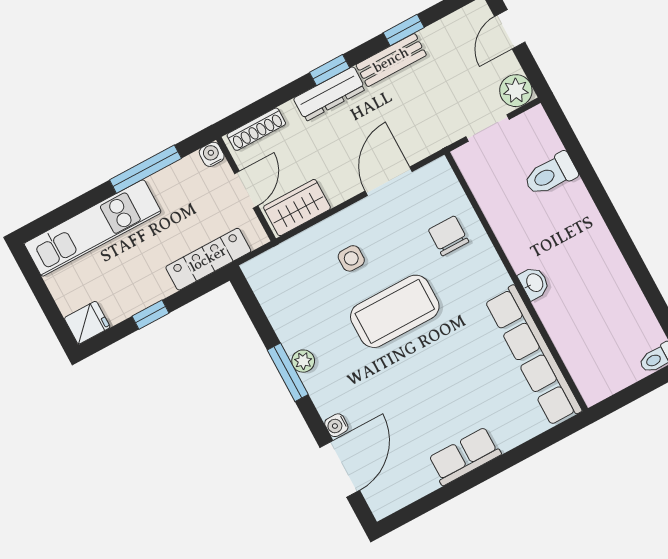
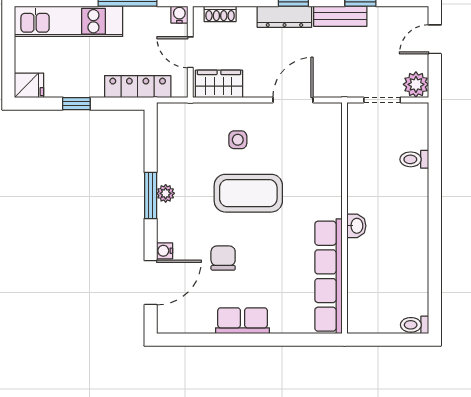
shoe rack: (256, 129) -> (220, 14), width x0.70
toilet: (551, 174) -> (414, 159), width x0.73, depth x0.72
door: (246, 190) -> (190, 52), swing flipped
chair: (448, 236) -> (223, 258), moved

